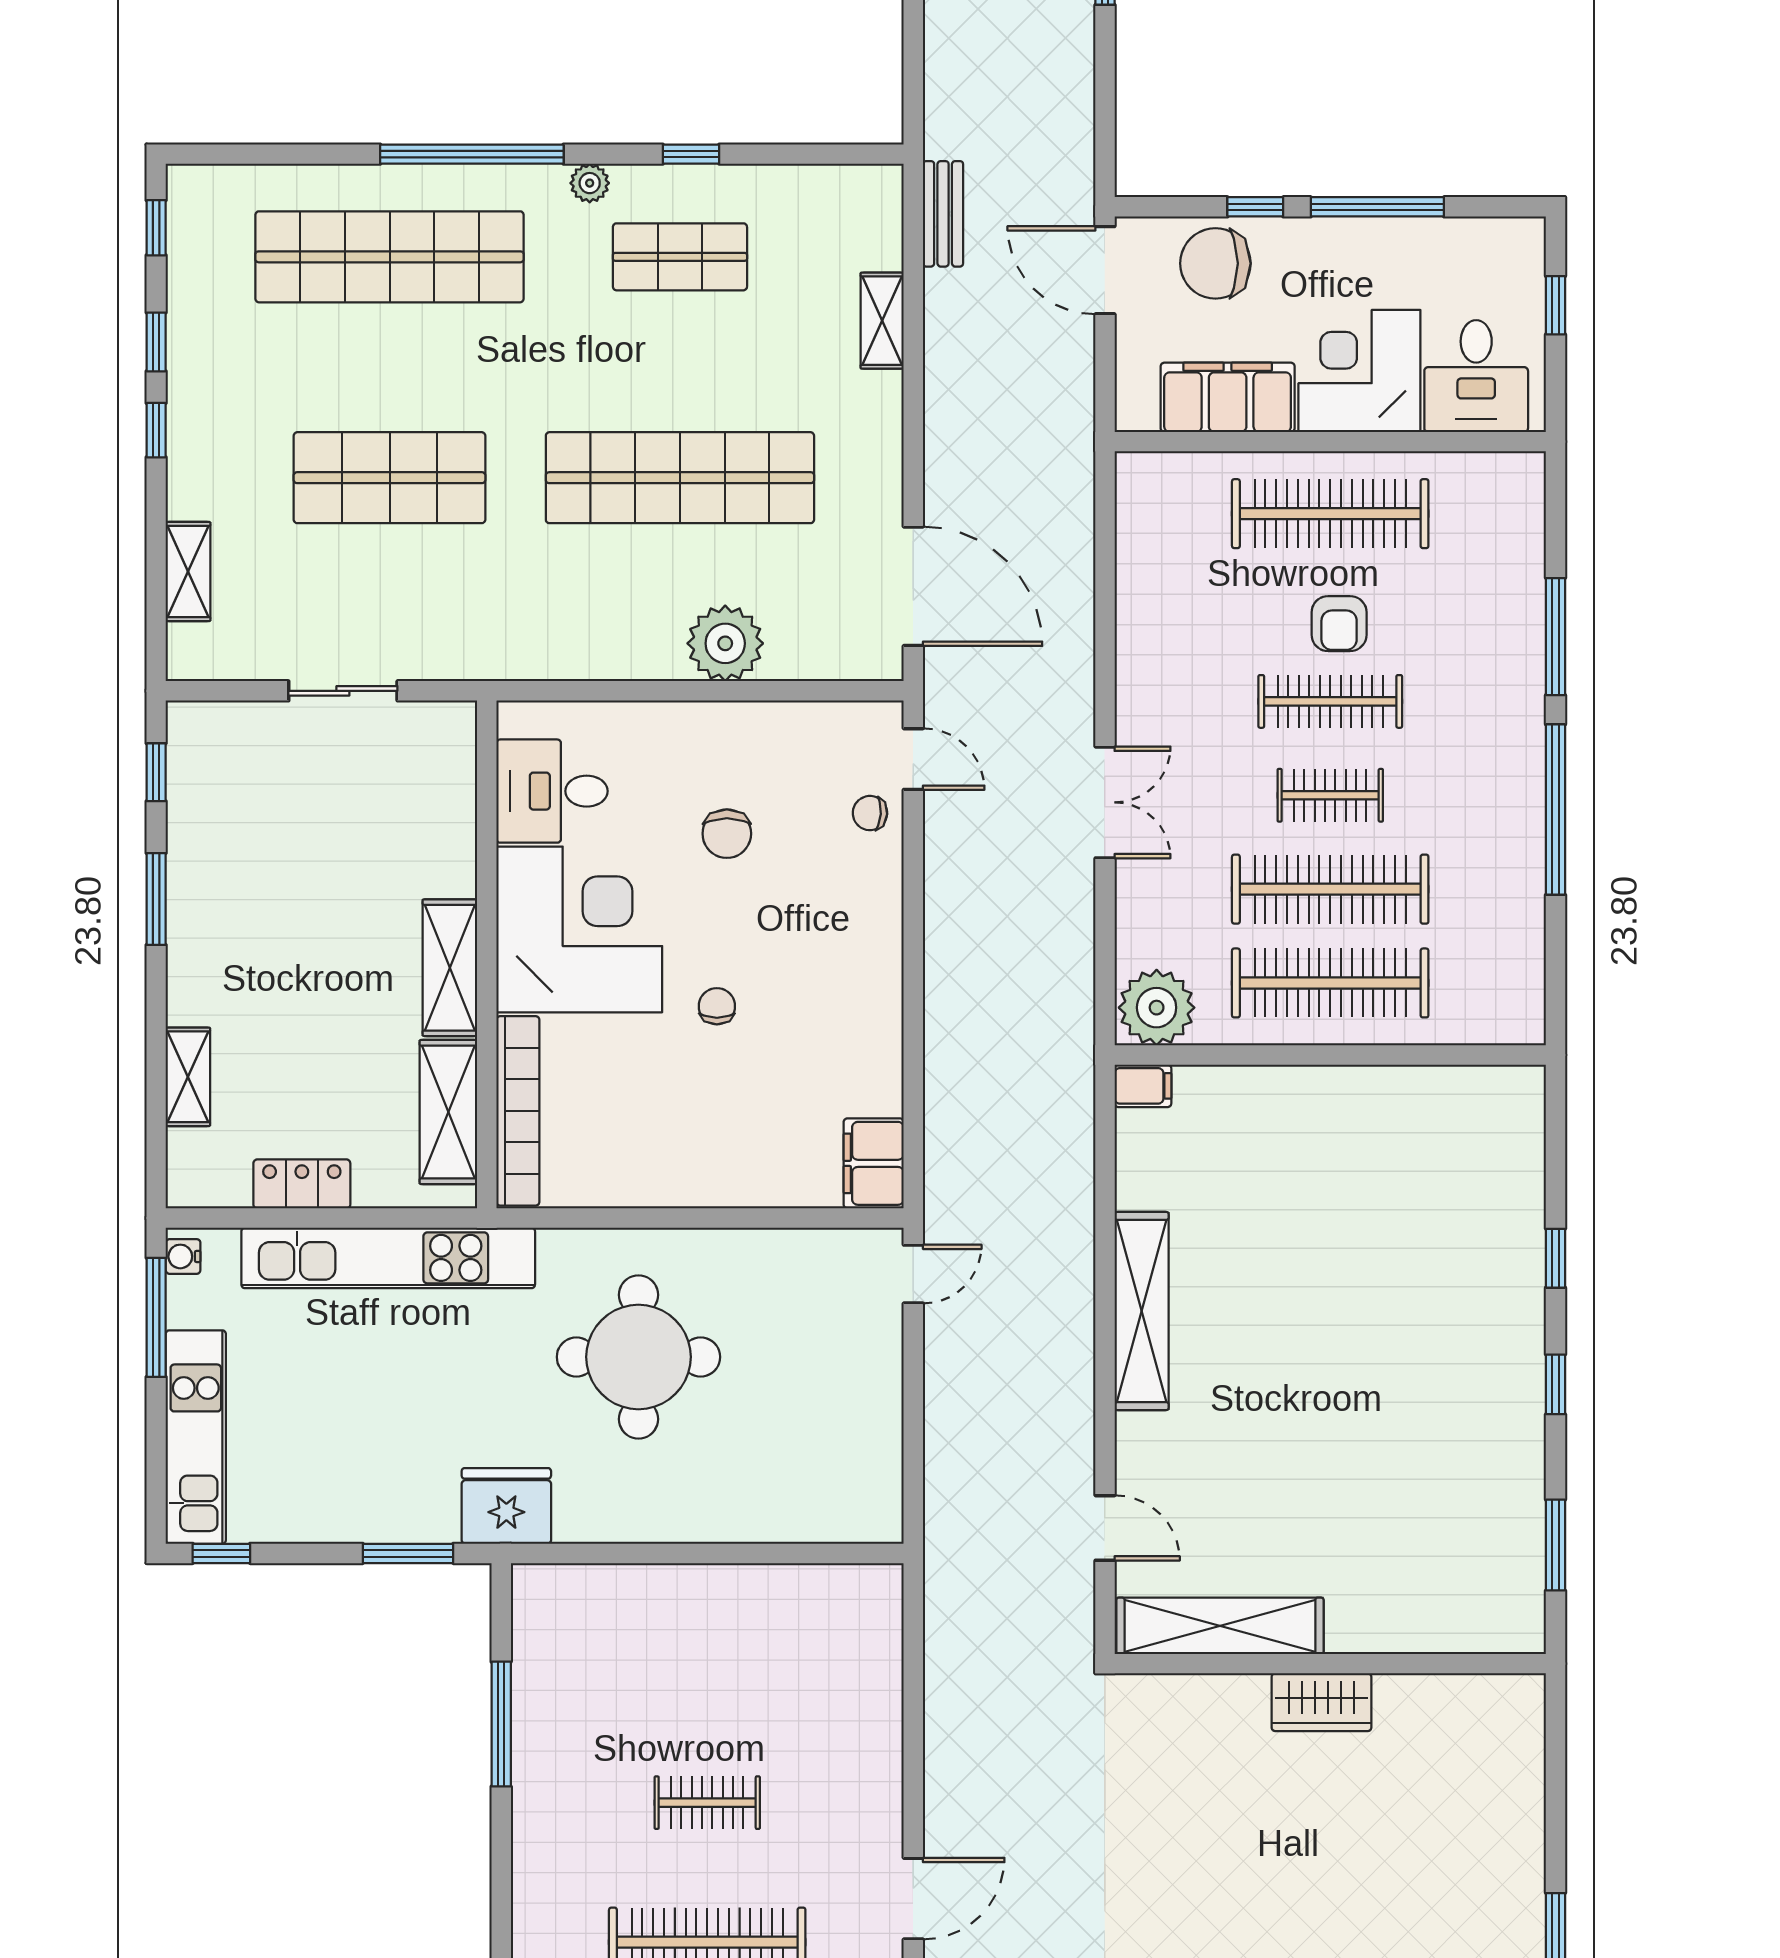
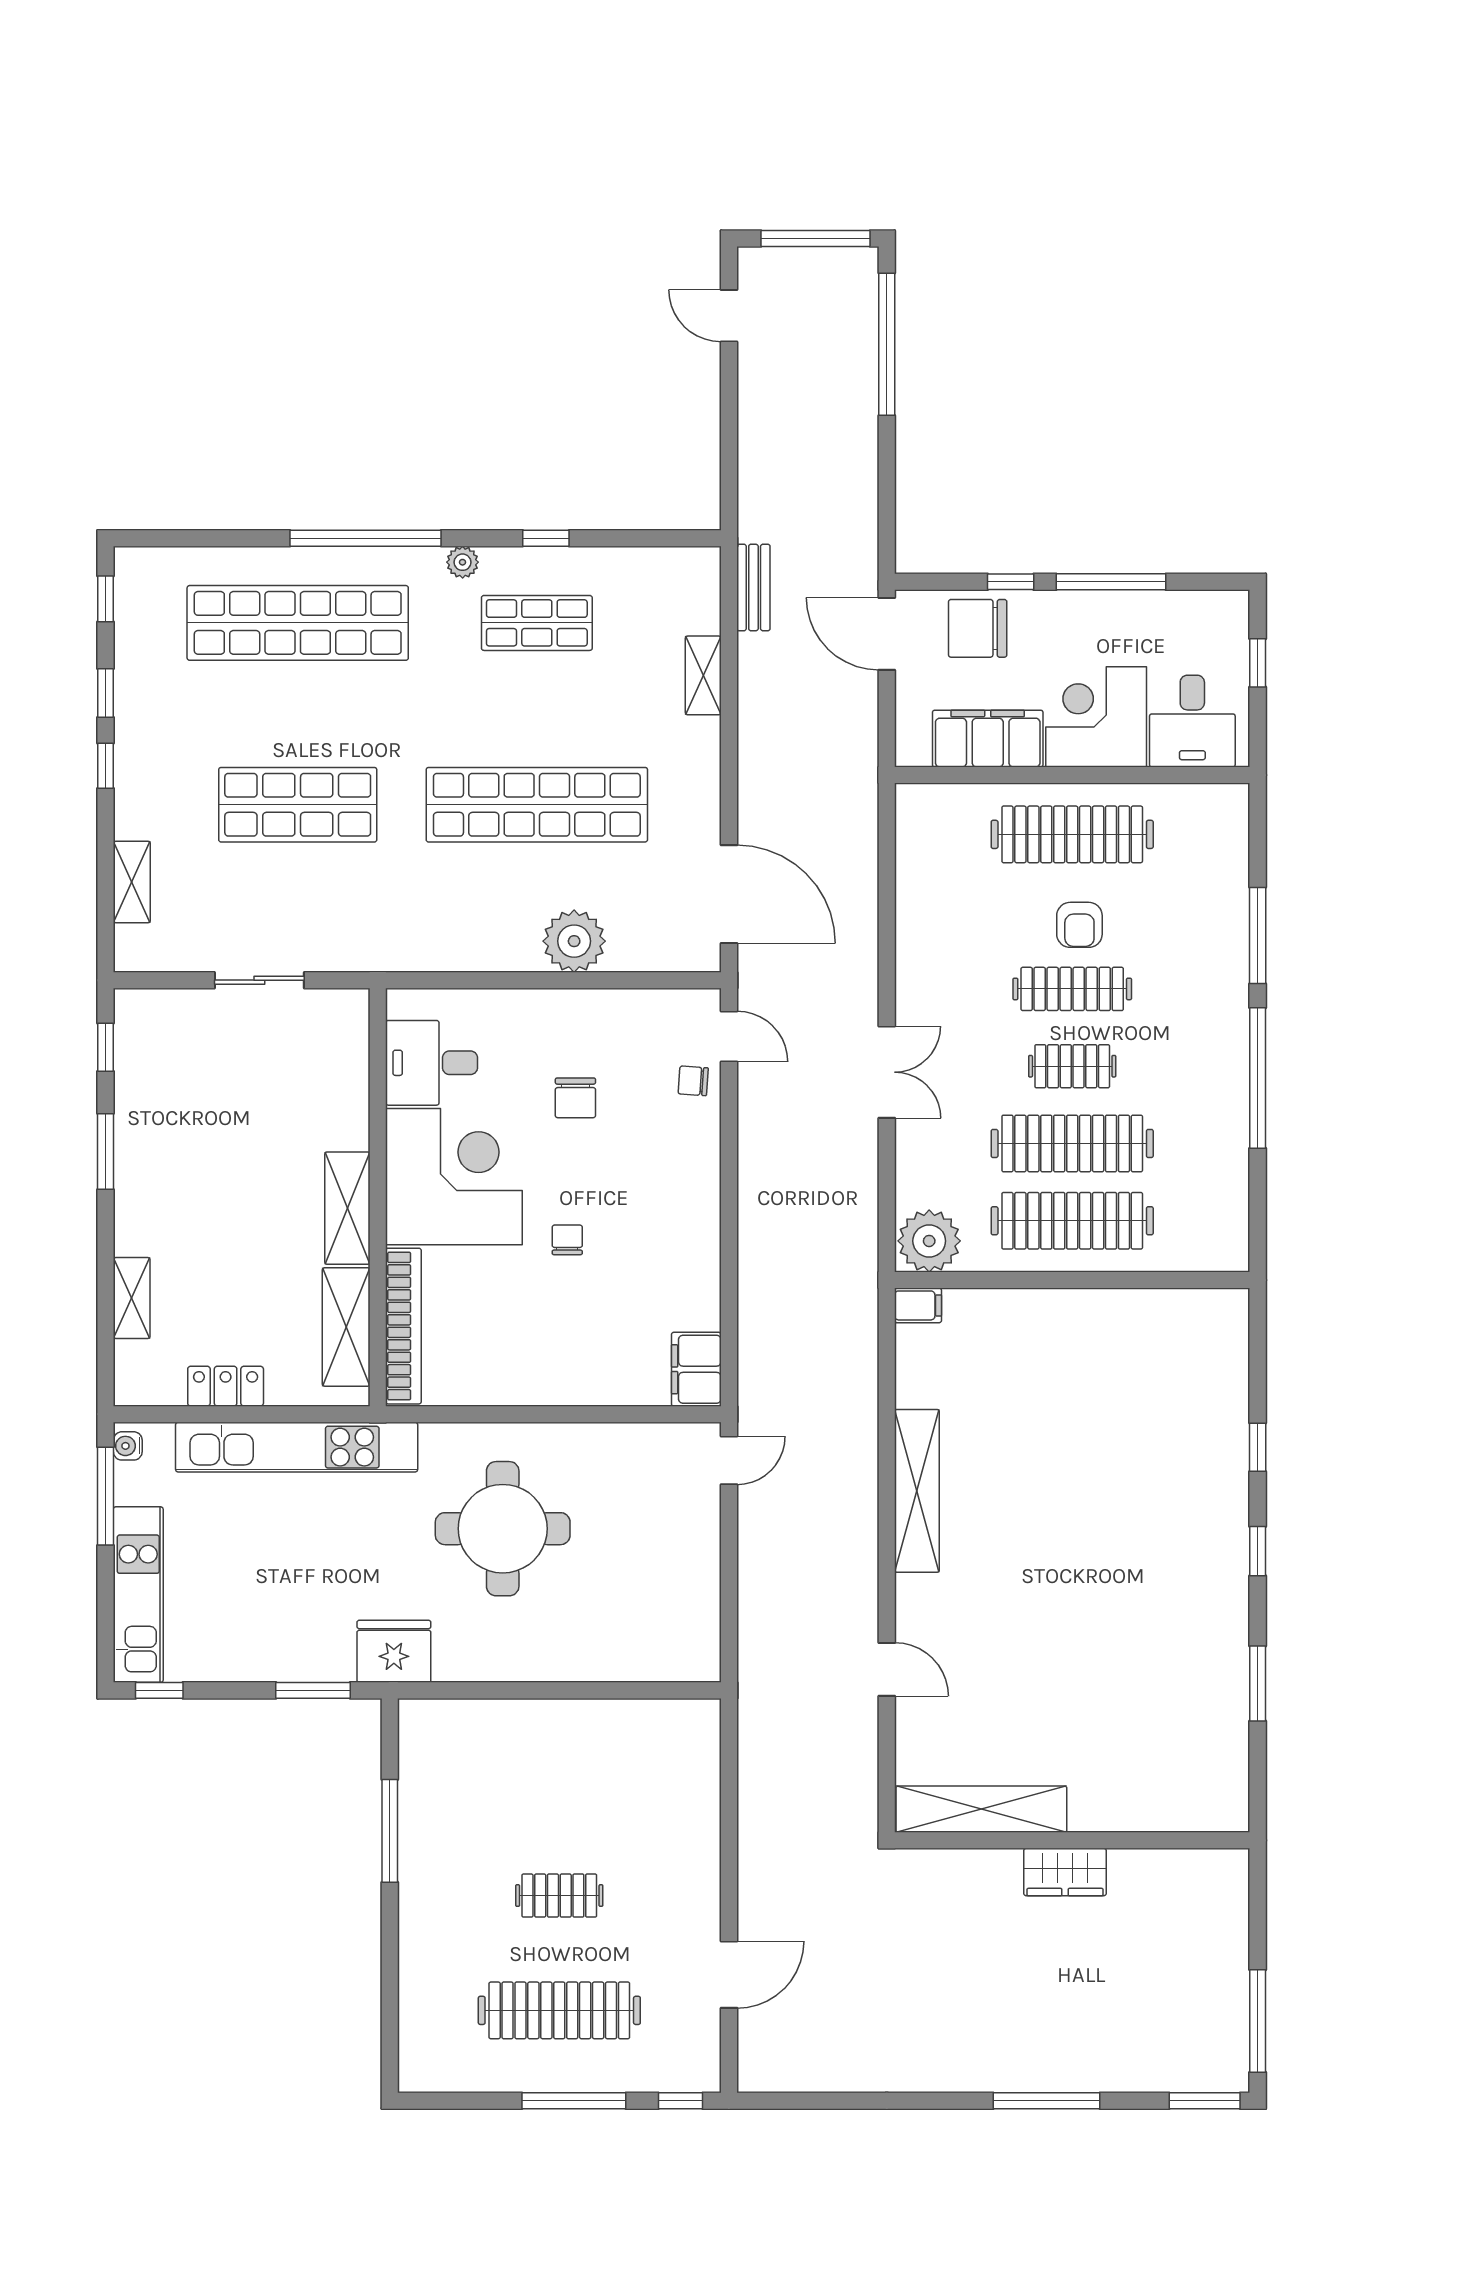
shelving: (1220, 1626) -> (981, 1809), moved
wall: (1330, 1664) -> (1072, 1840), moved
wardrobe: (1321, 1702) -> (1065, 1872), moved

